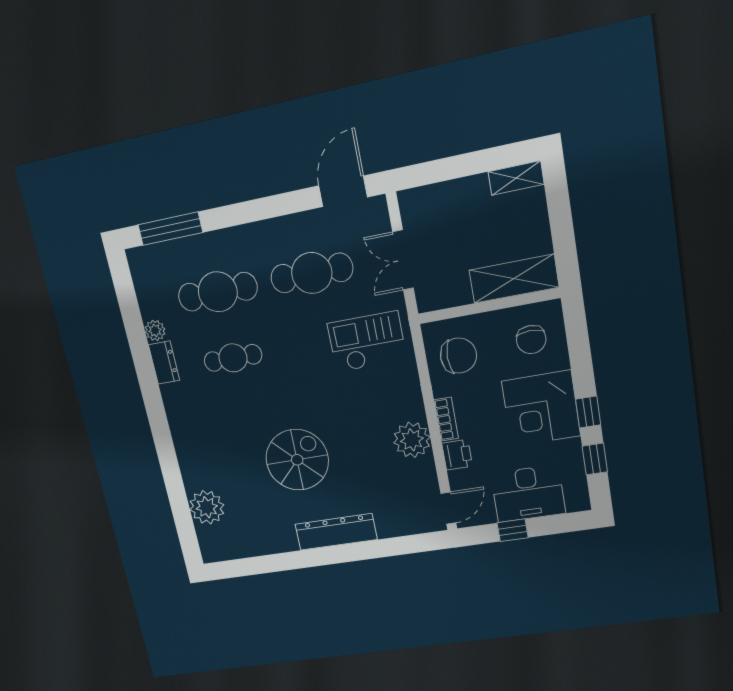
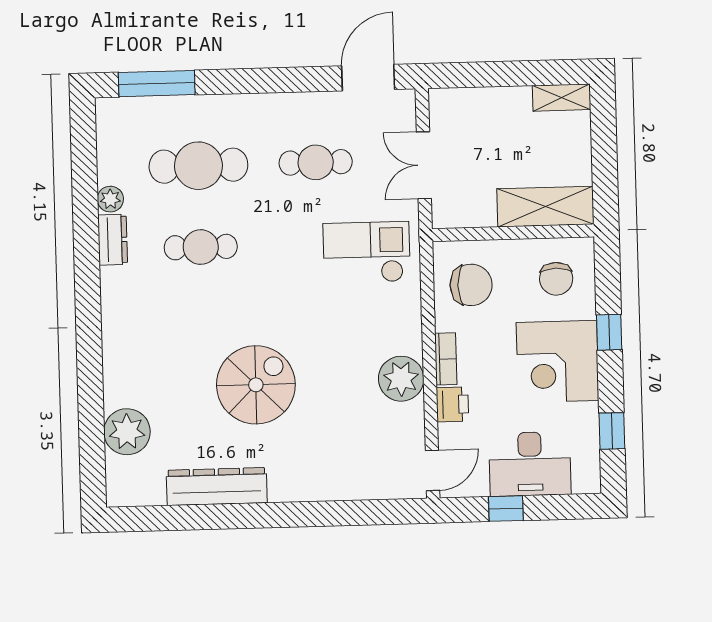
cafe table: (312, 273) -> (316, 162), width x0.73, depth x0.74
window: (588, 412) -> (609, 332), moved
dresser: (336, 532) -> (217, 487), moved

